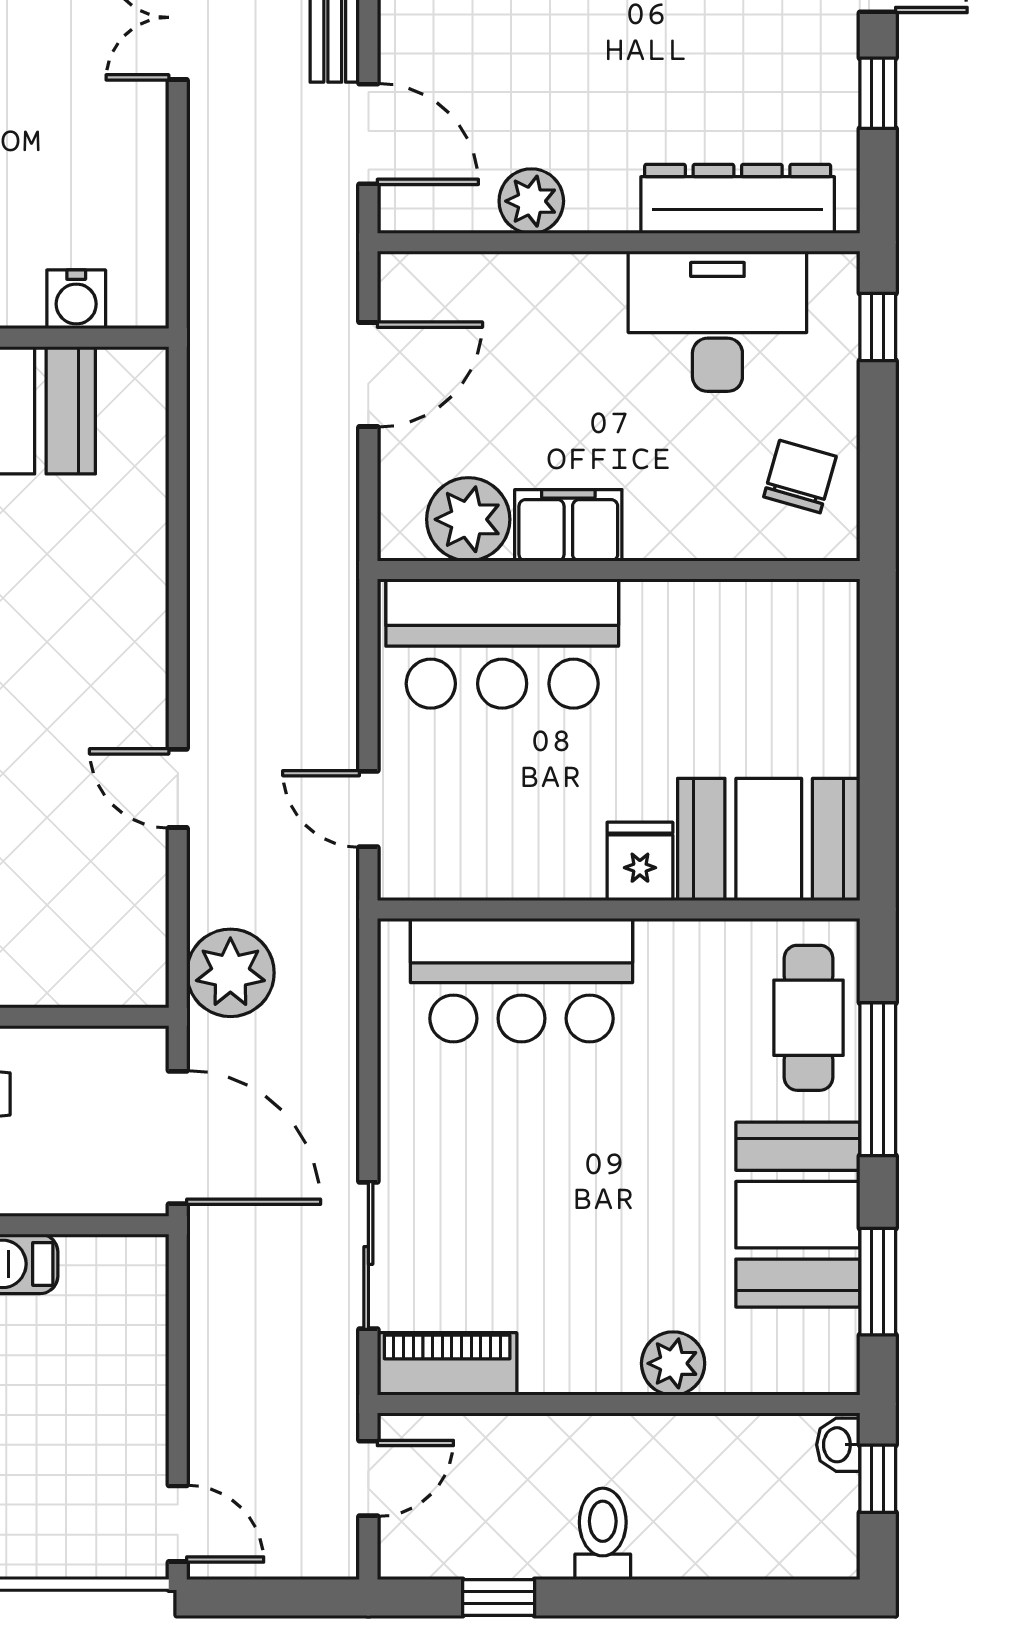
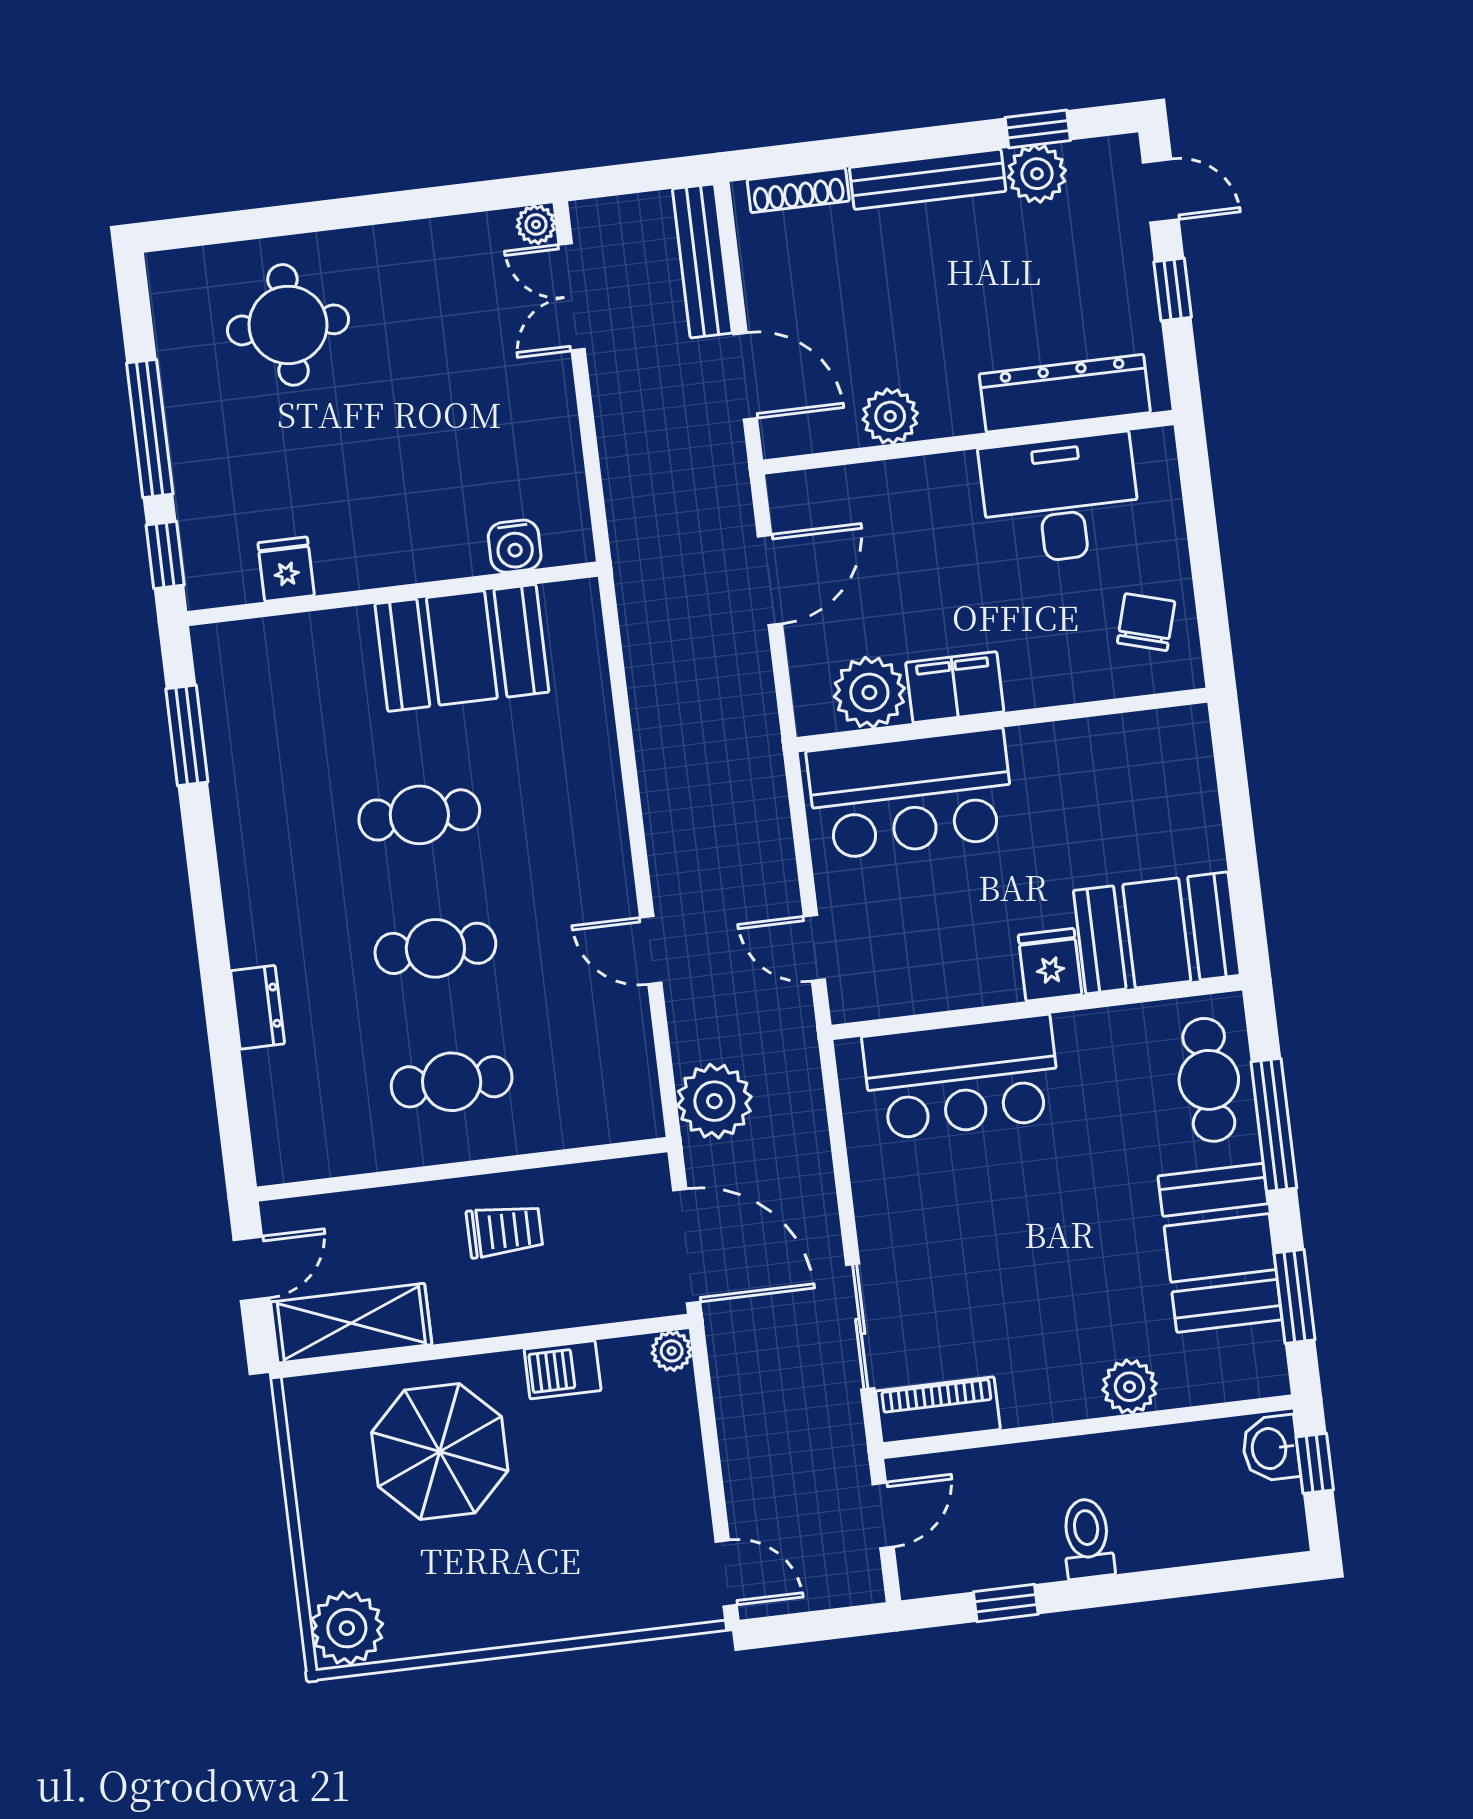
window: (878, 327) -> (1197, 487), removed
plant: (146, 1257) -> (672, 1351), added
washbasin: (838, 1445) -> (1271, 1448), width x1.38, depth x1.45

